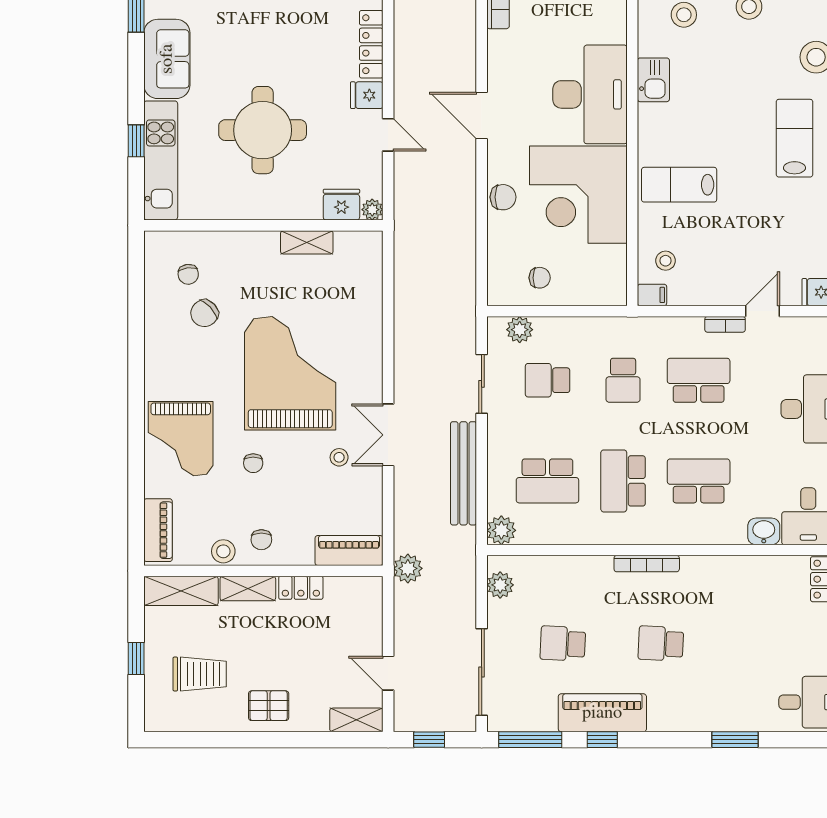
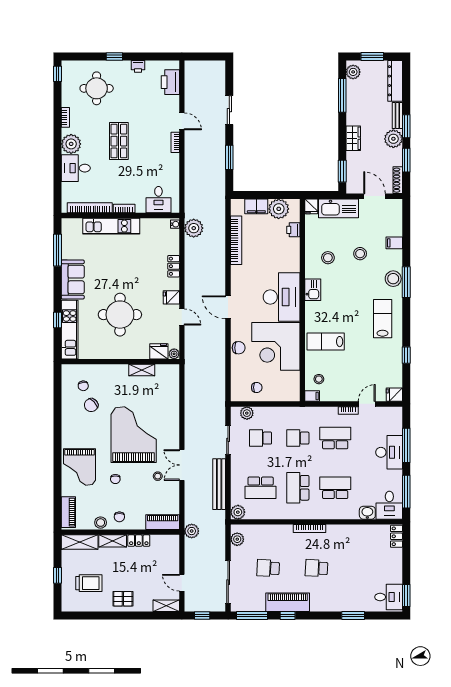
locker: (371, 44) -> (174, 266), width x0.66
school desk: (623, 380) -> (298, 438), turned 90

